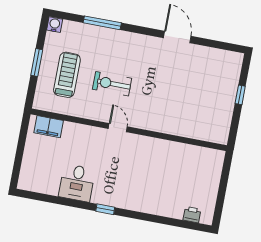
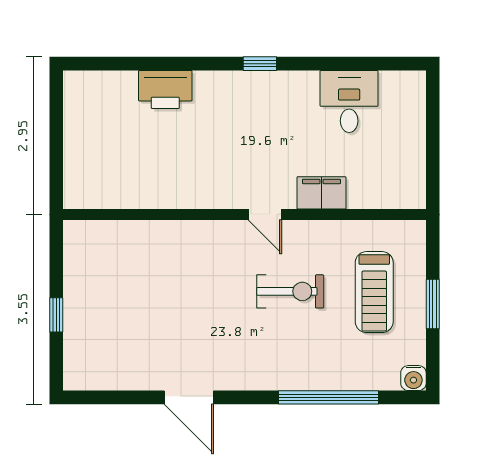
window: (102, 23) -> (328, 397), width x1.46
filing cabinet: (49, 127) -> (321, 193), moved
desk: (77, 183) -> (349, 101), moved
printer: (192, 215) -> (165, 90), moved, width x1.87, depth x1.48

